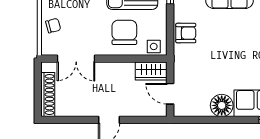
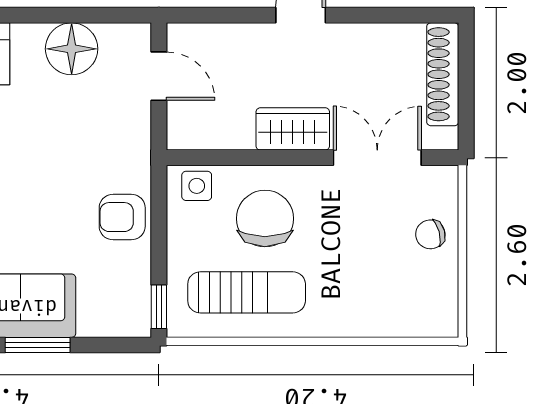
chair: (124, 32) -> (265, 219), turned 180
wardrobe: (151, 71) -> (293, 129), moved
floor lamp: (222, 105) -> (72, 49), moved

